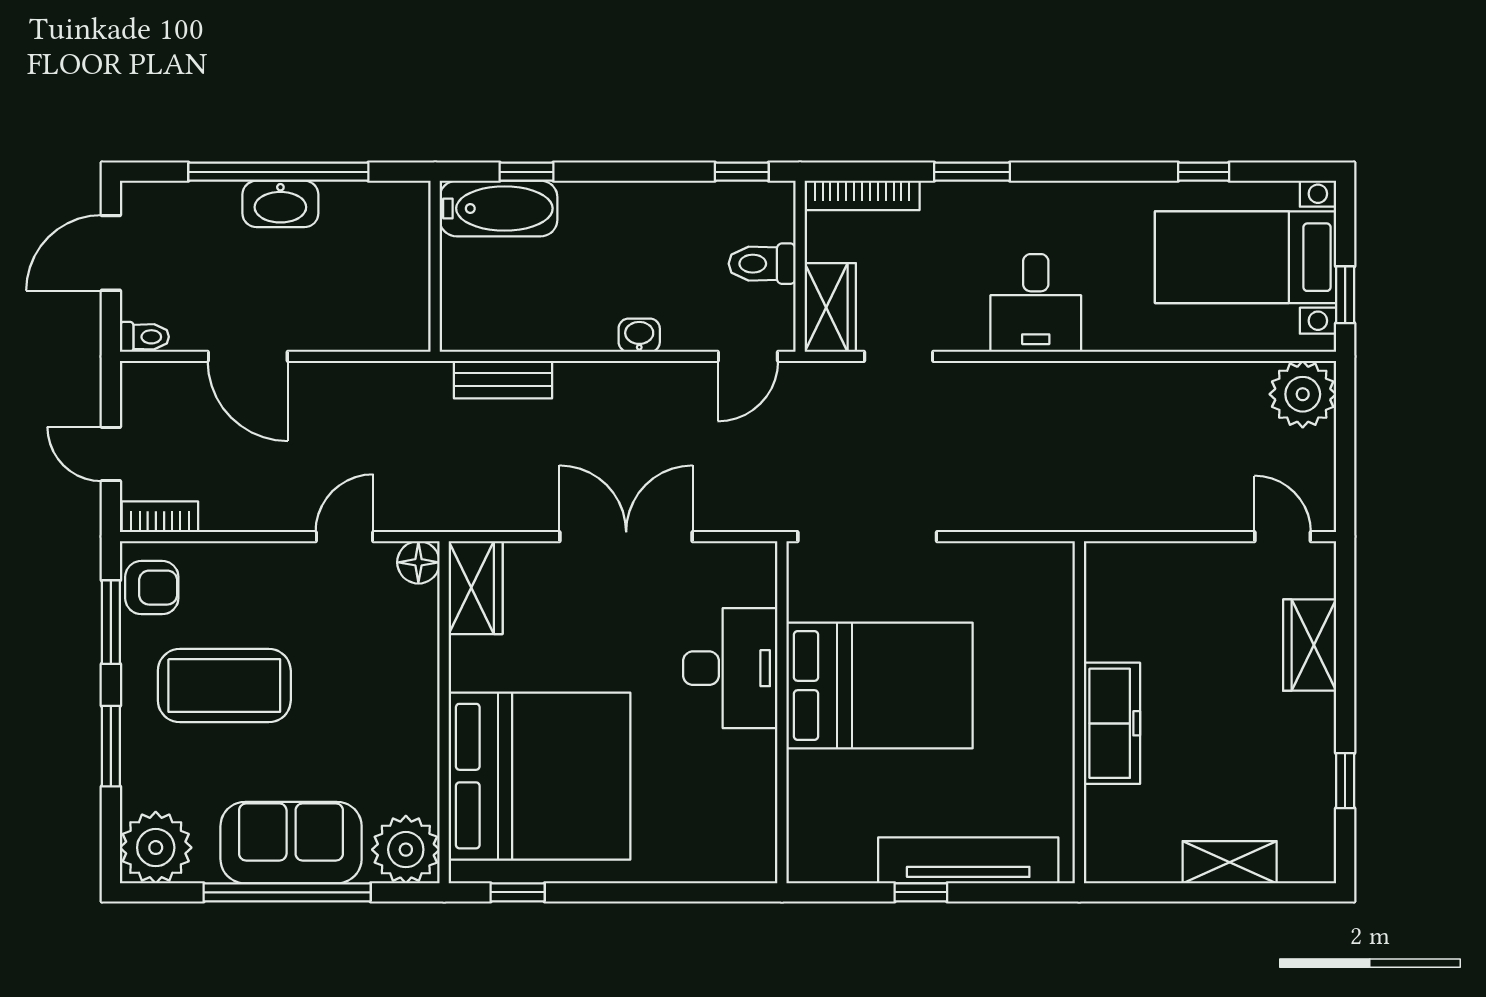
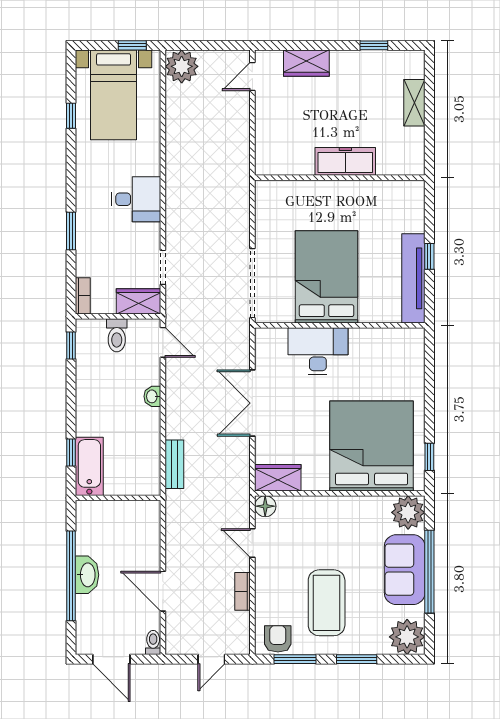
bookcase: (862, 195) -> (83, 296), width x0.64
door: (248, 356) -> (163, 591), swing flipped
bookcase: (160, 517) -> (243, 591), moved
tv unit: (968, 860) -> (413, 278), moved

